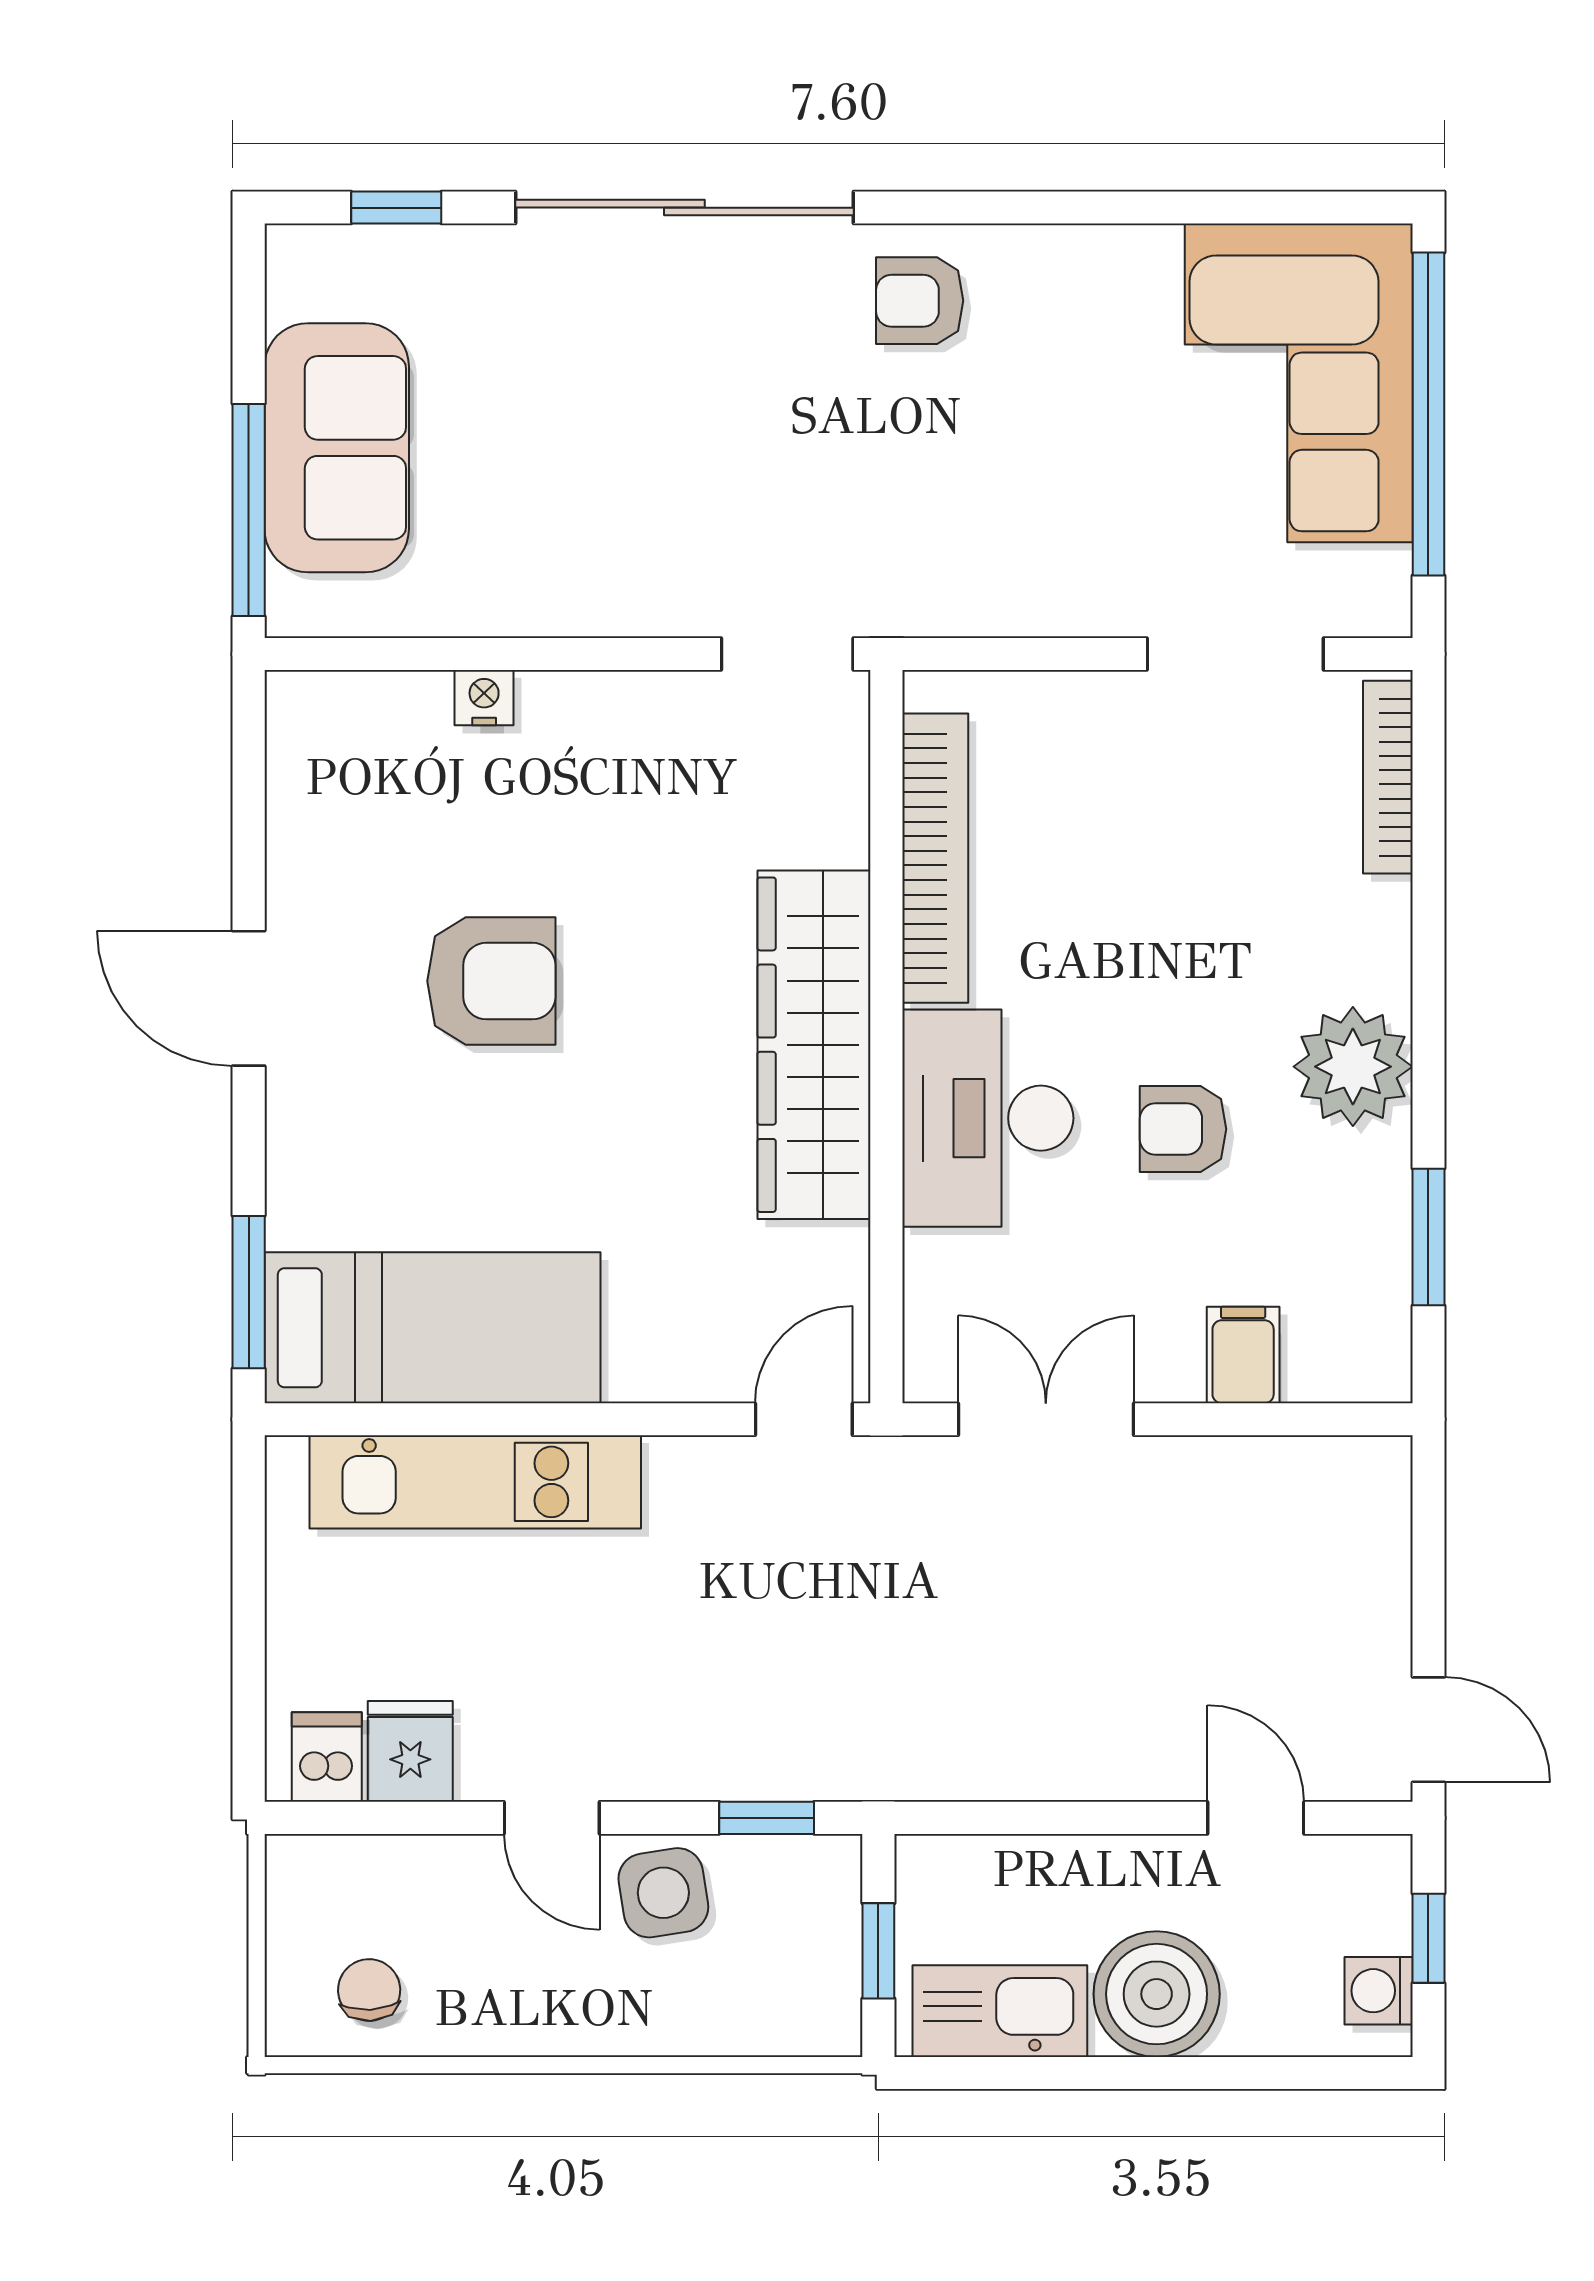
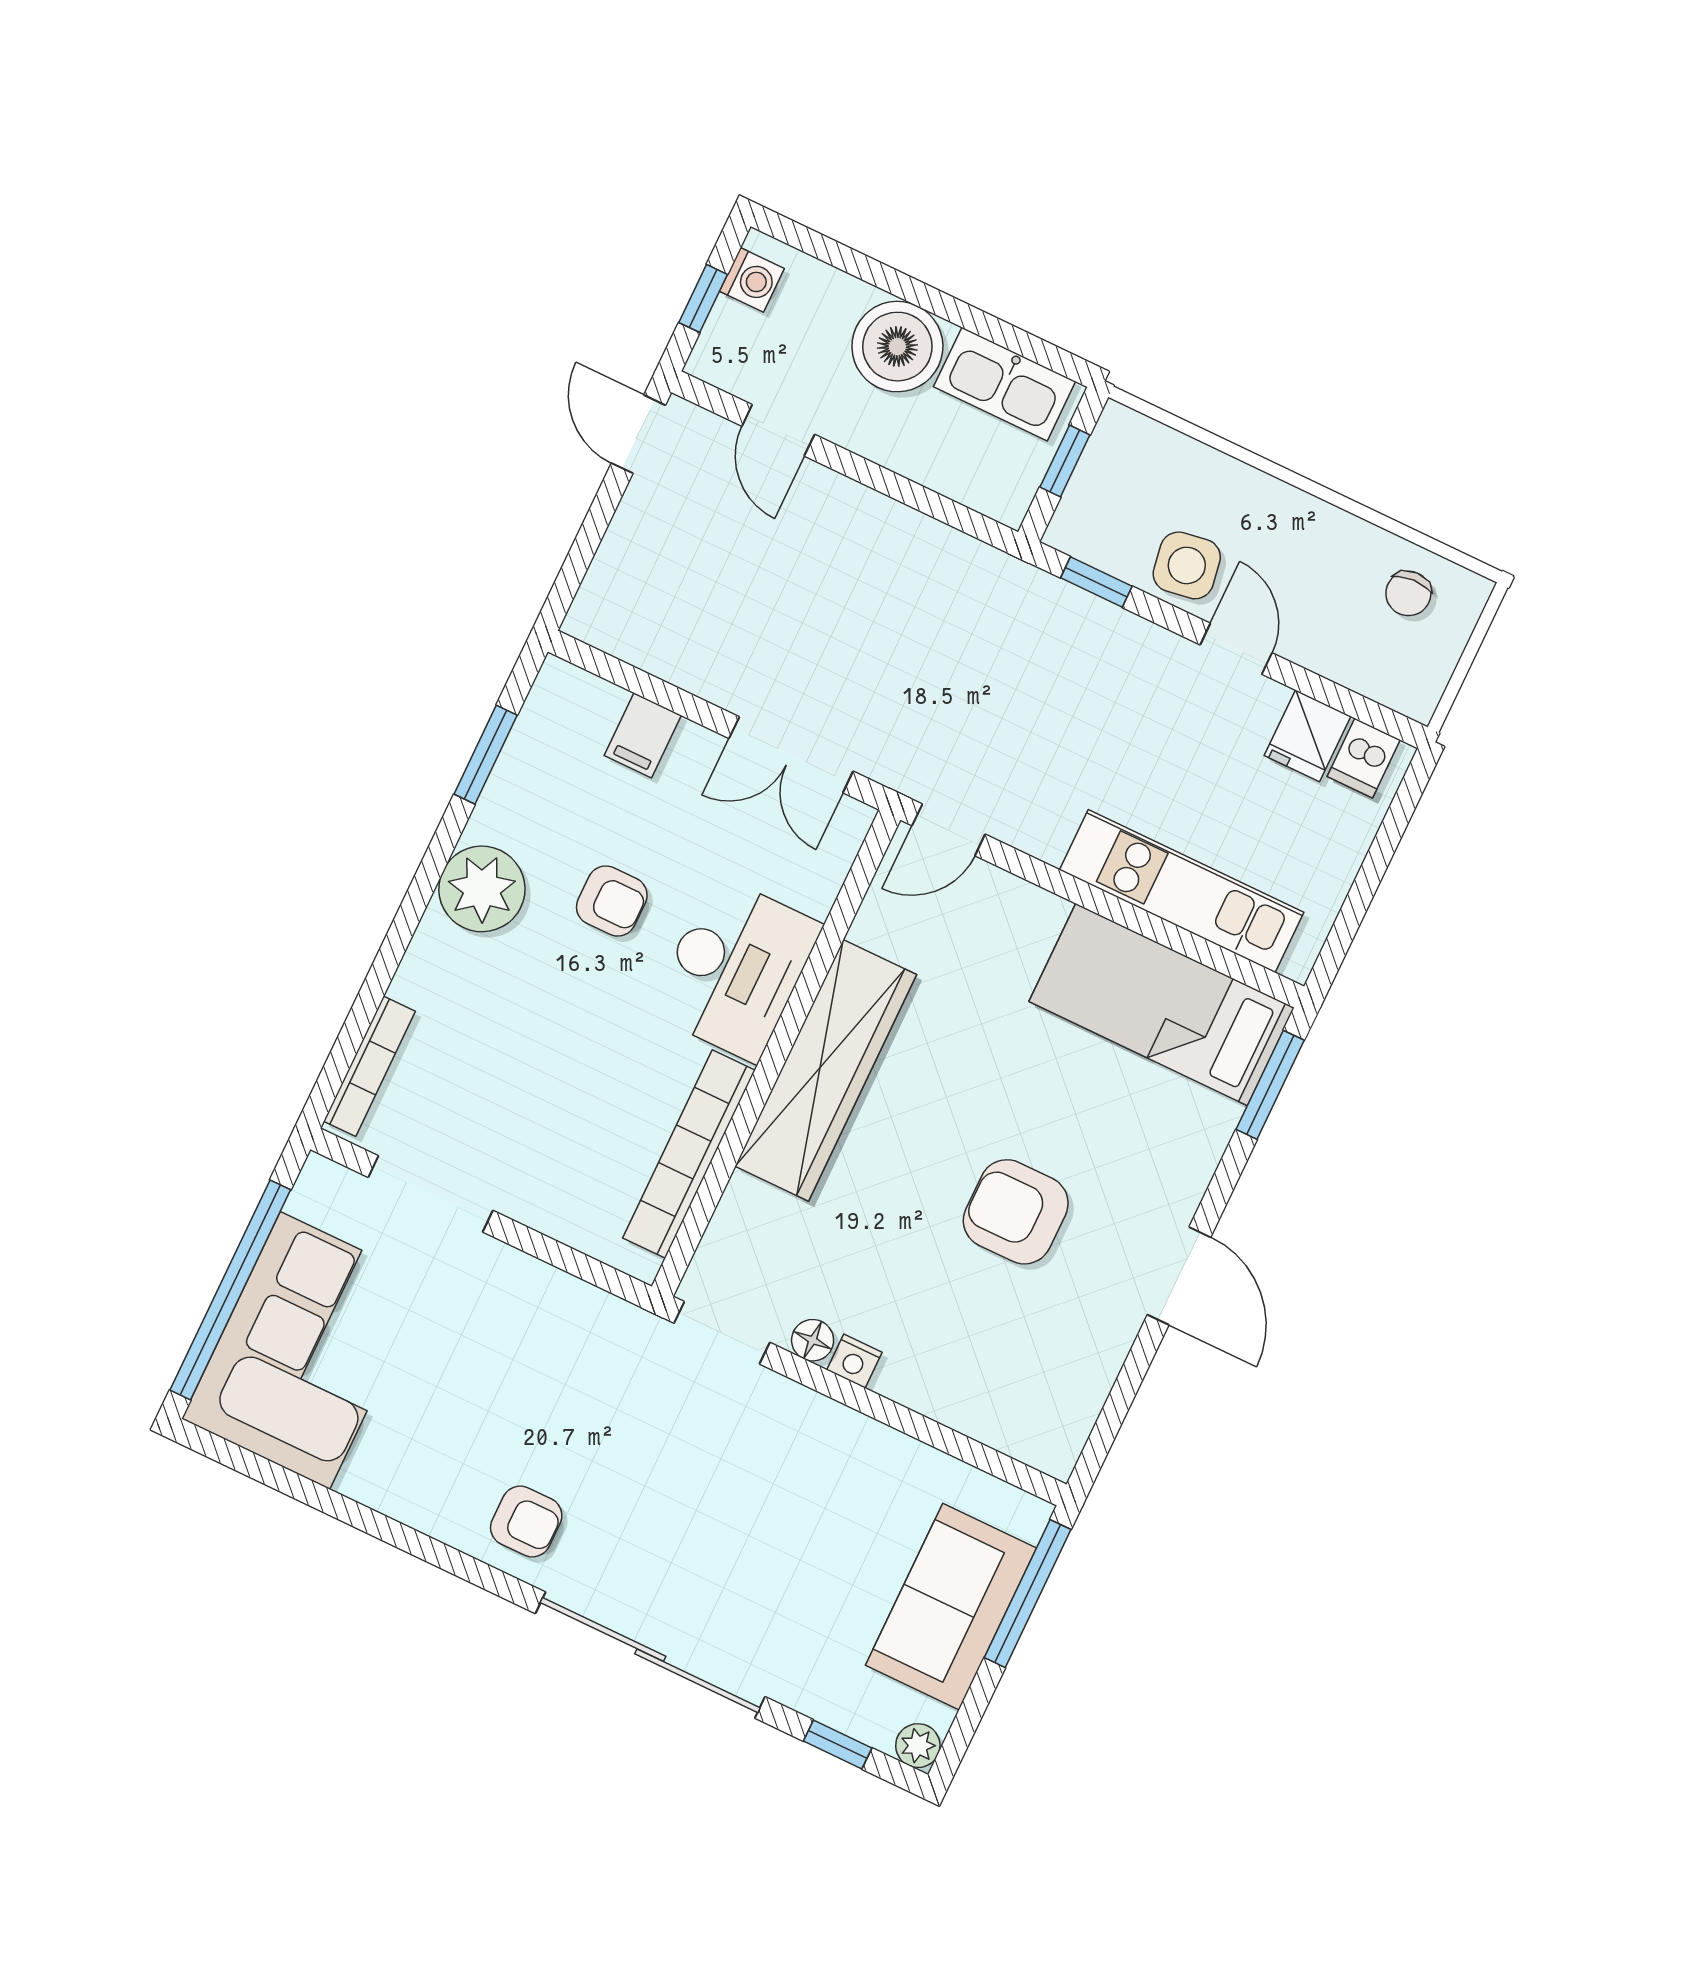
plant: (295, 254) -> (918, 1746), added
nightstand: (484, 698) -> (854, 1361), moved
floor lamp: (669, 699) -> (813, 1340), added

